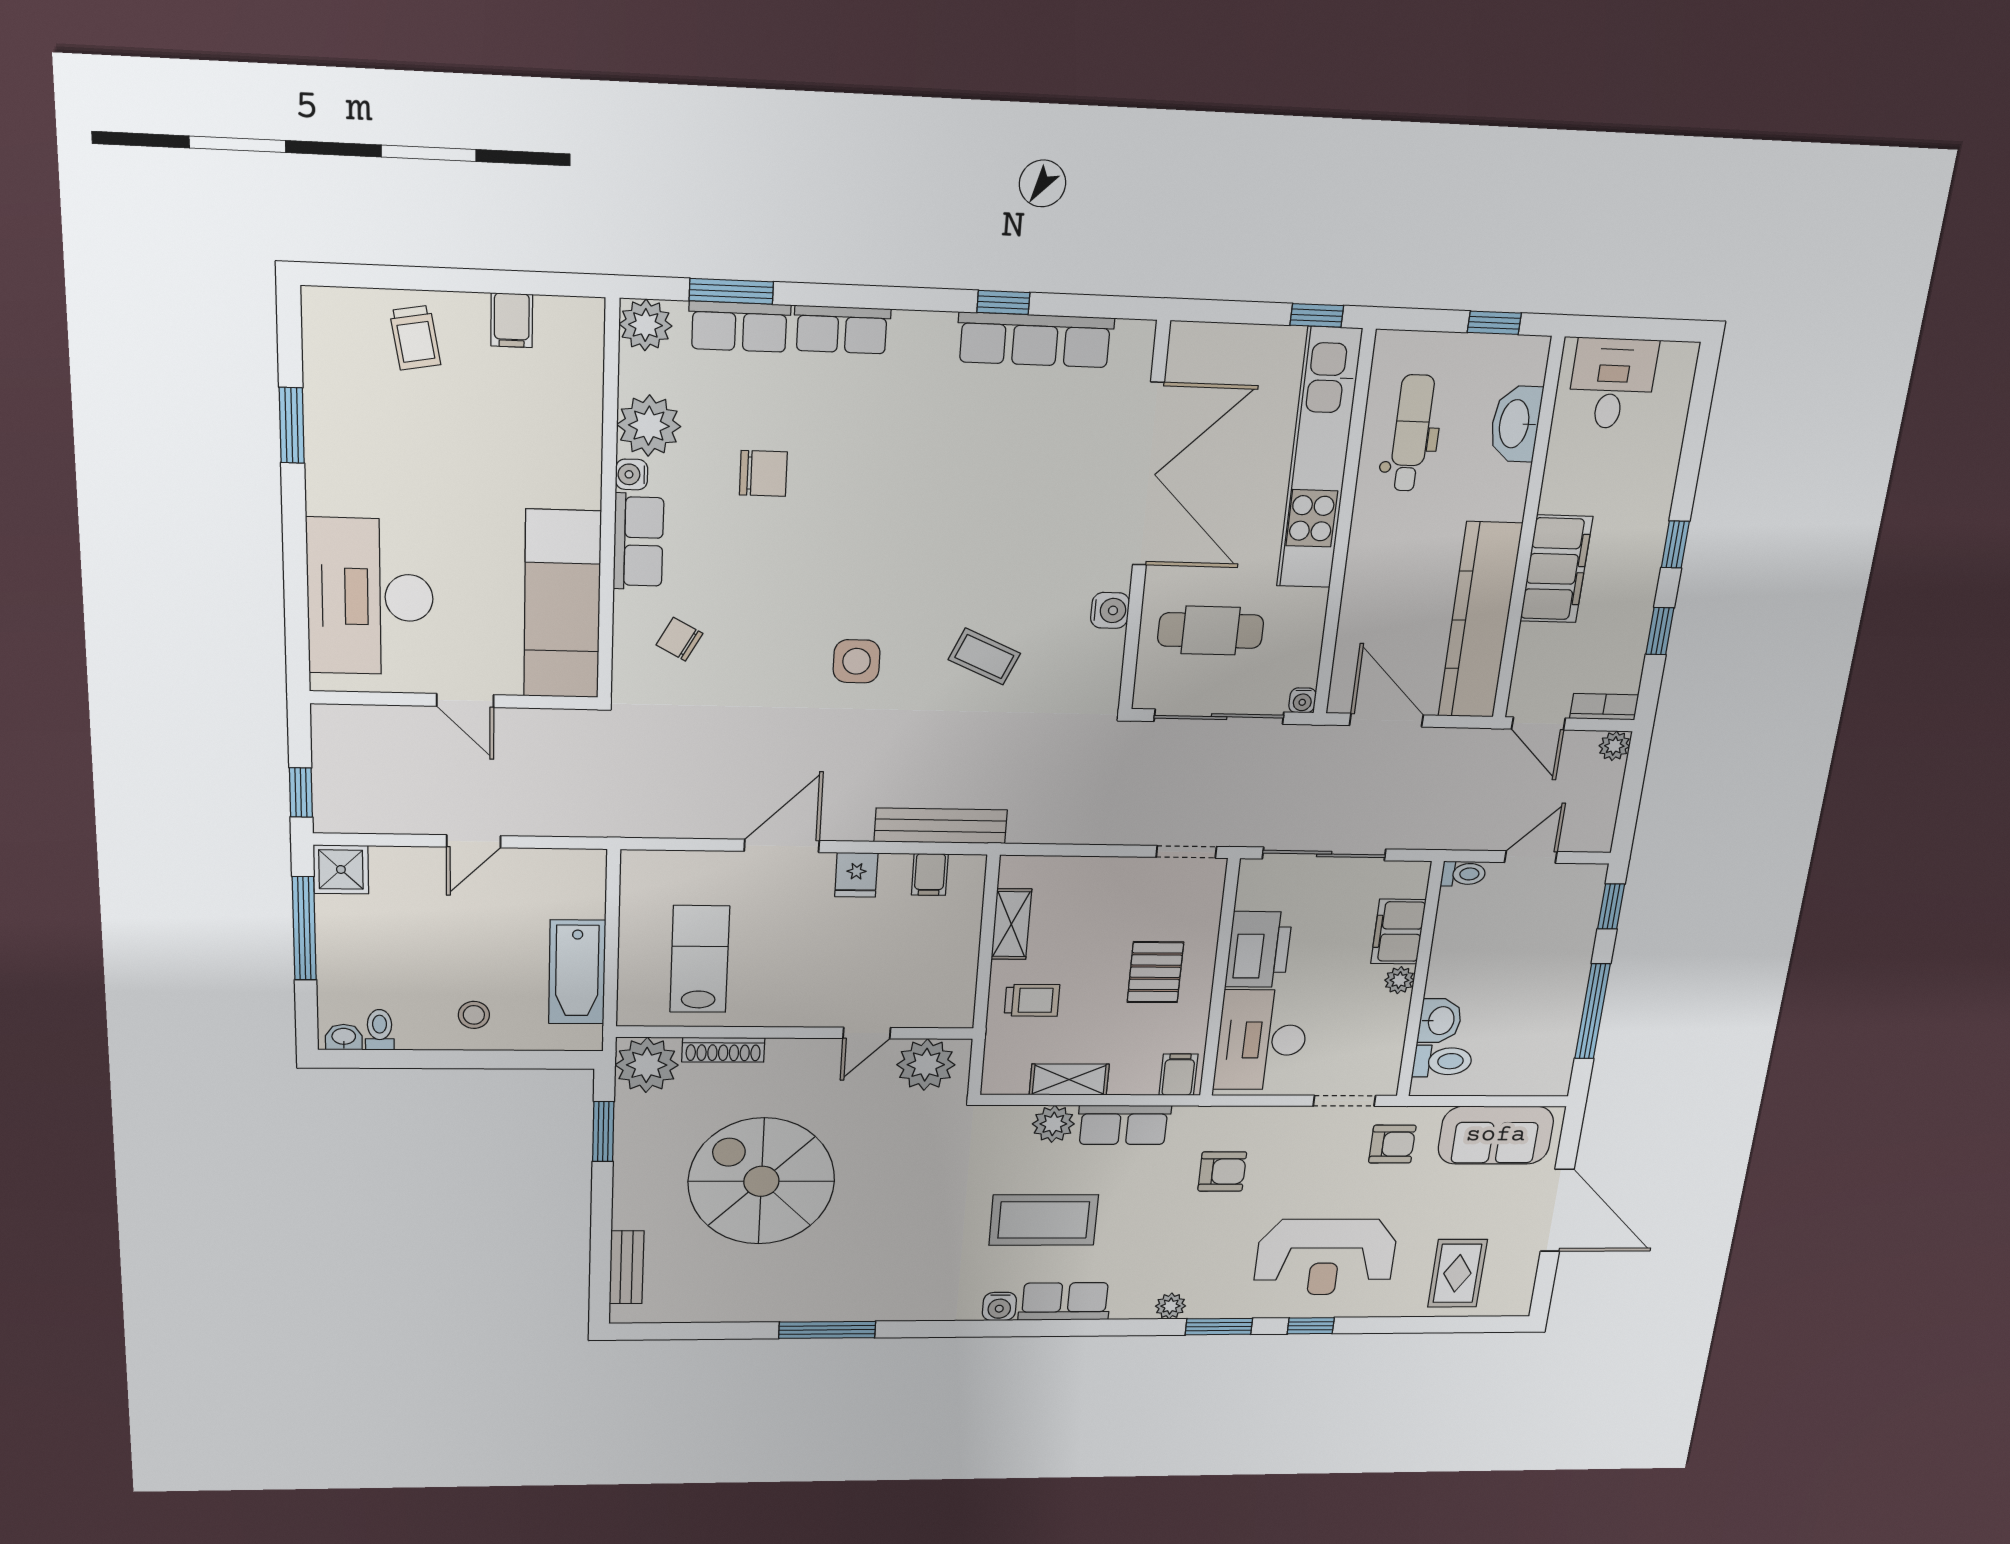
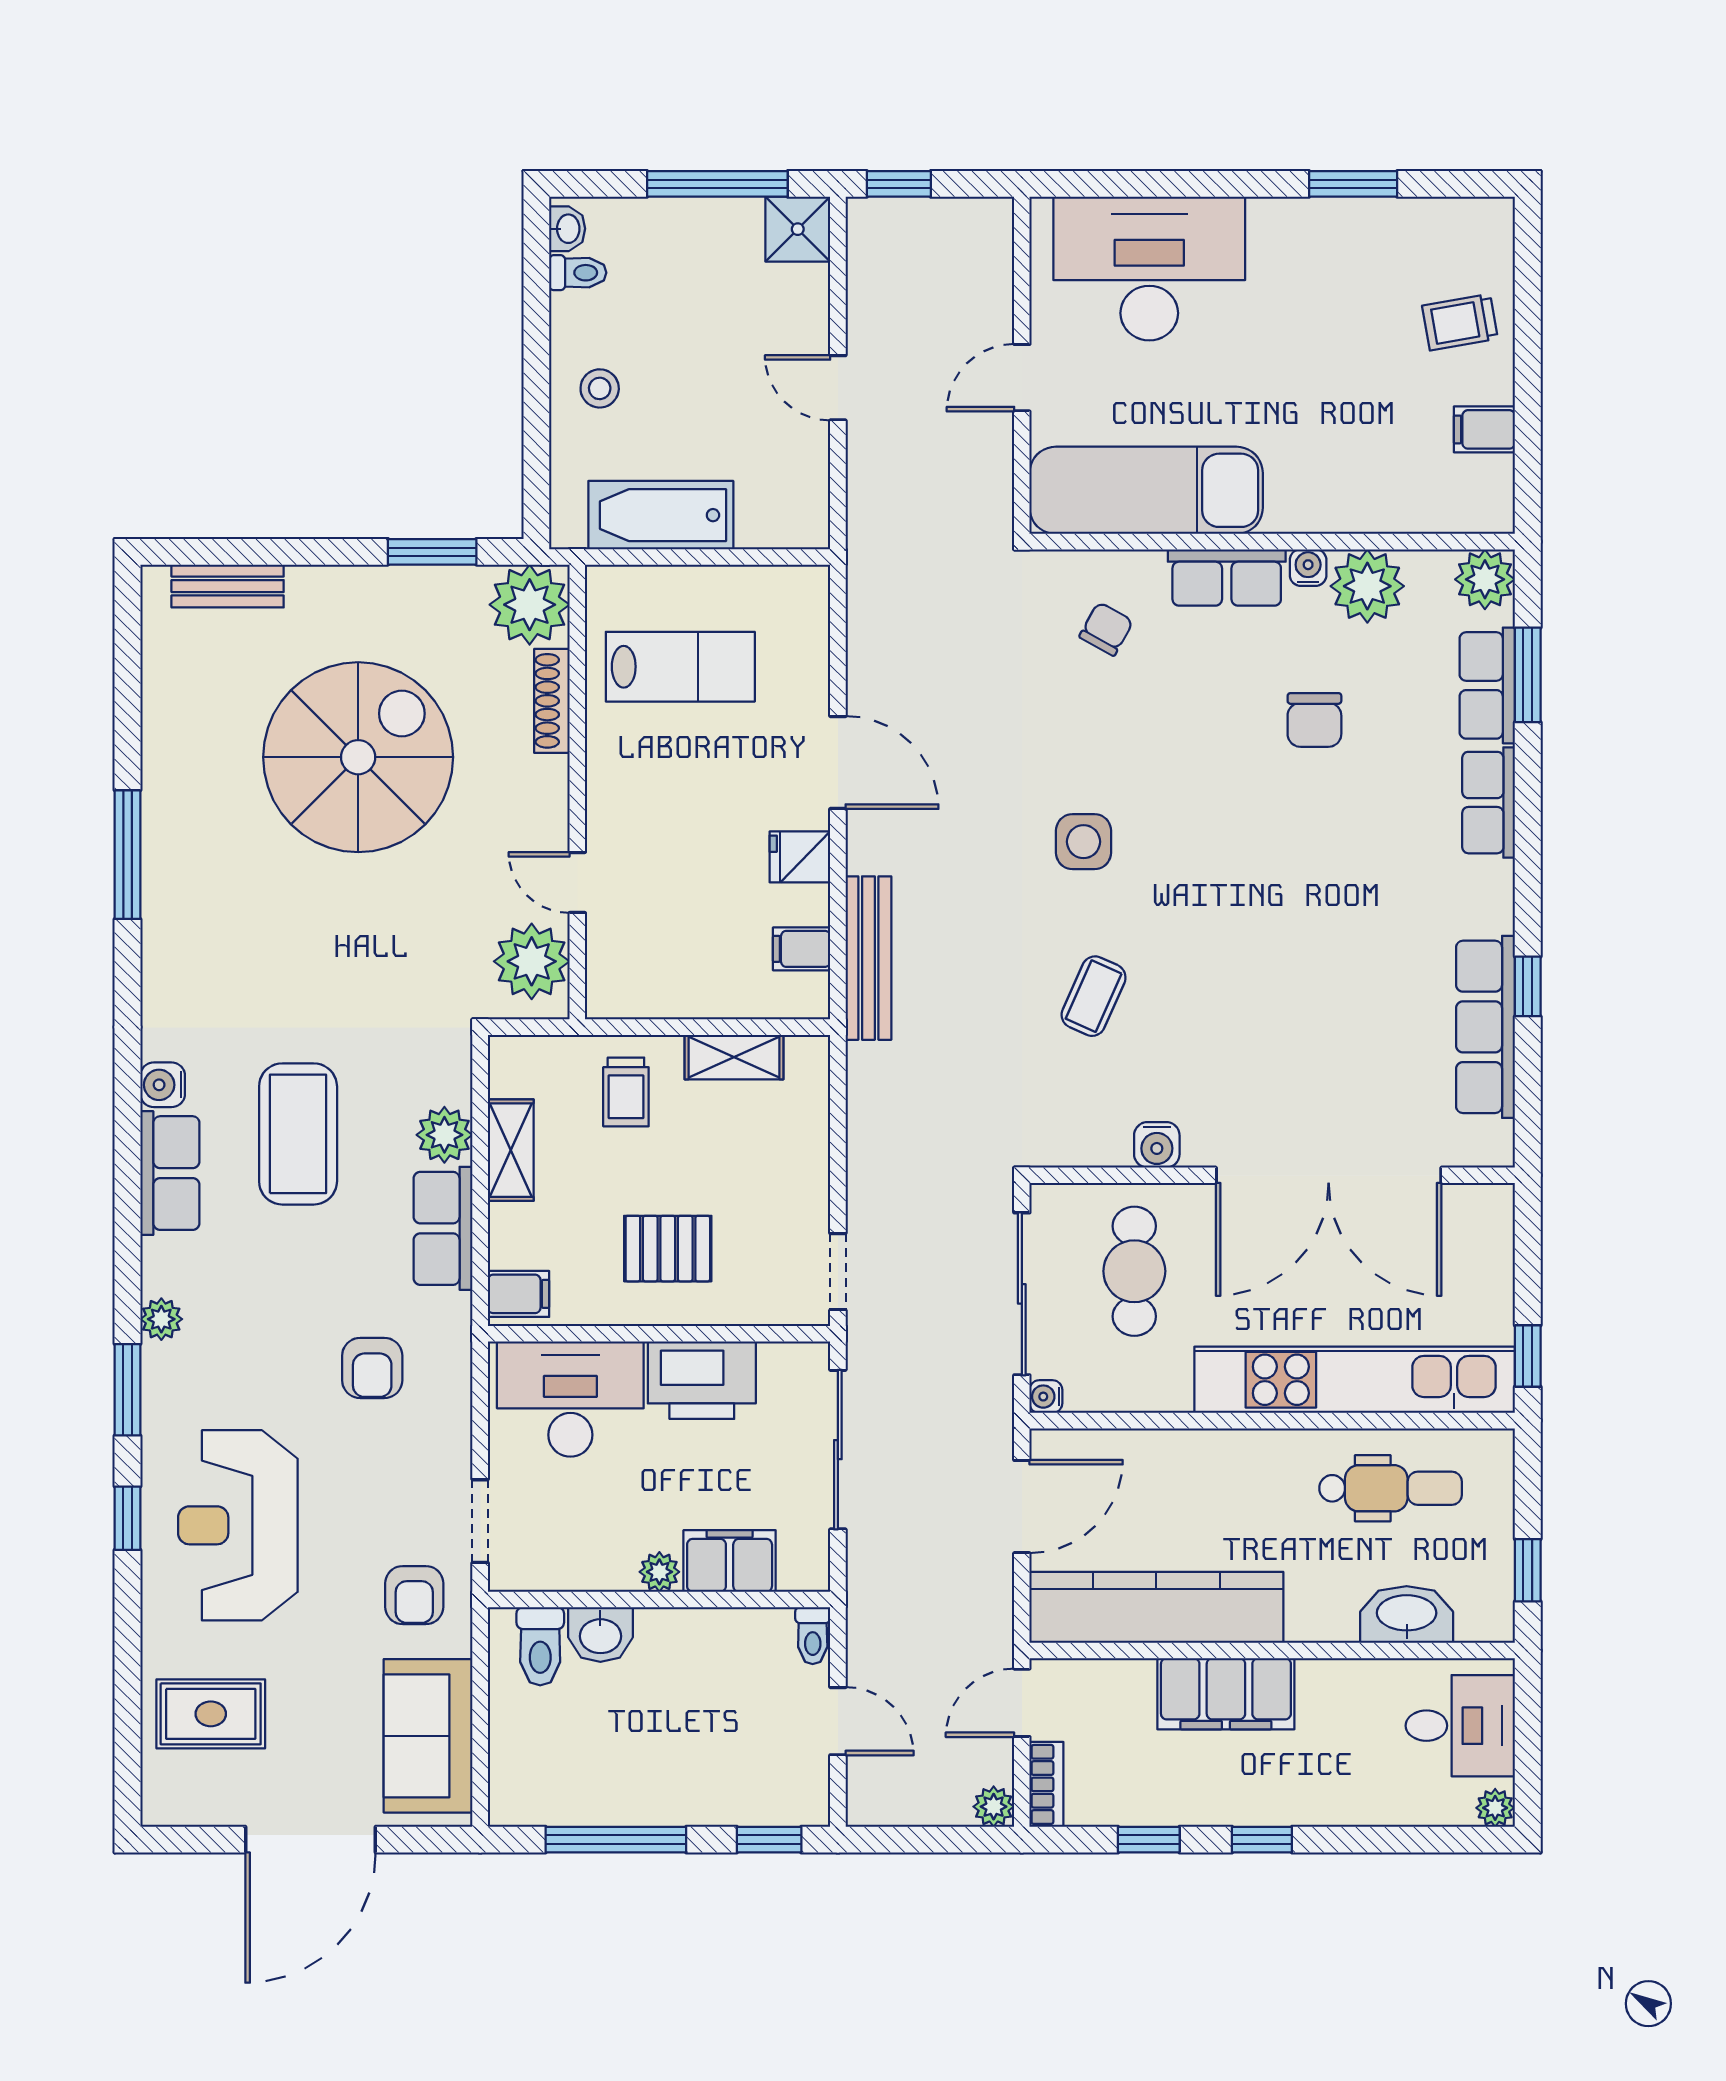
plant: (1683, 358) -> (1495, 1808), added

